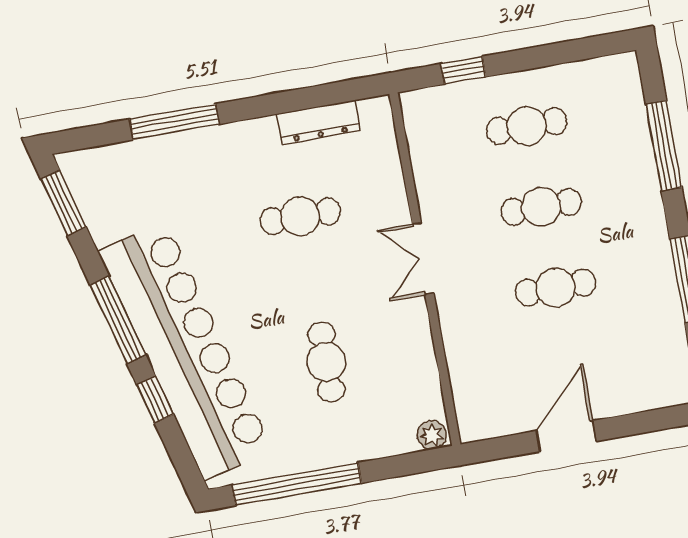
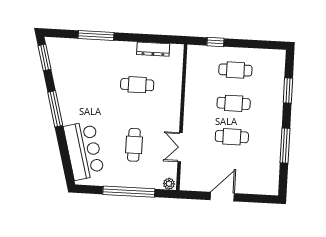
window: (664, 146) -> (288, 90), width x0.69
double door: (423, 258) -> (180, 147), moved
bar counter: (185, 350) -> (84, 151), width x0.54
window: (155, 400) -> (63, 144), removed
window: (297, 484) -> (129, 192), moved

